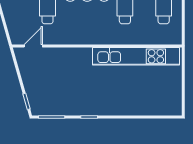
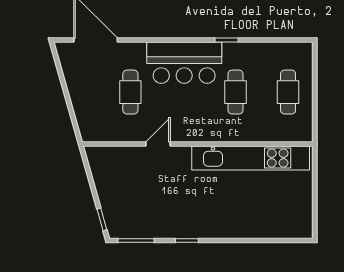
door: (33, 46) -> (158, 144), moved

